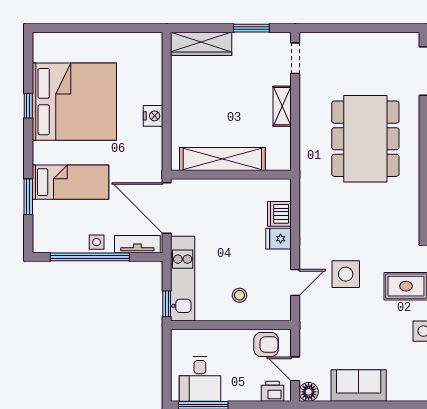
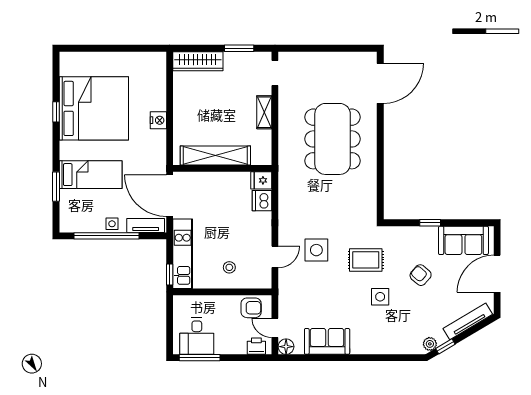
fridge: (279, 239) -> (261, 180), moved

